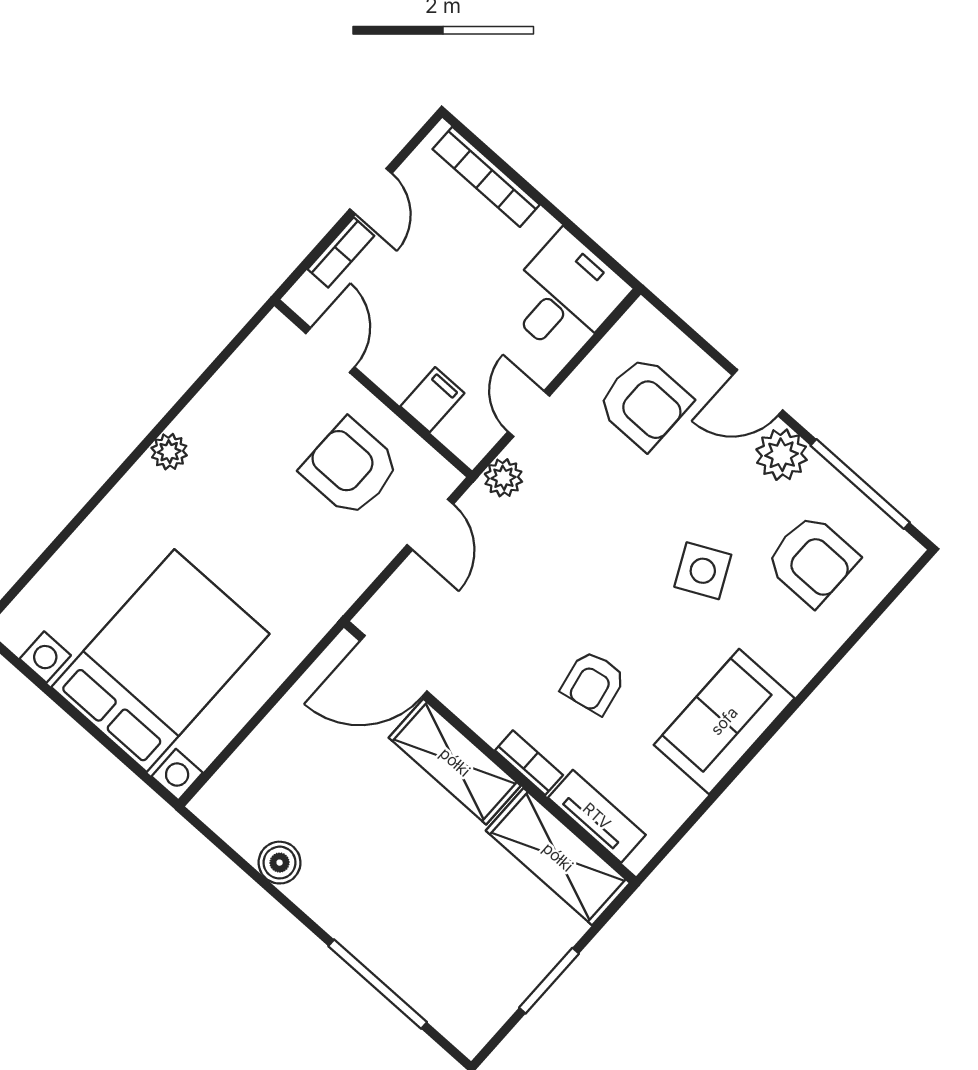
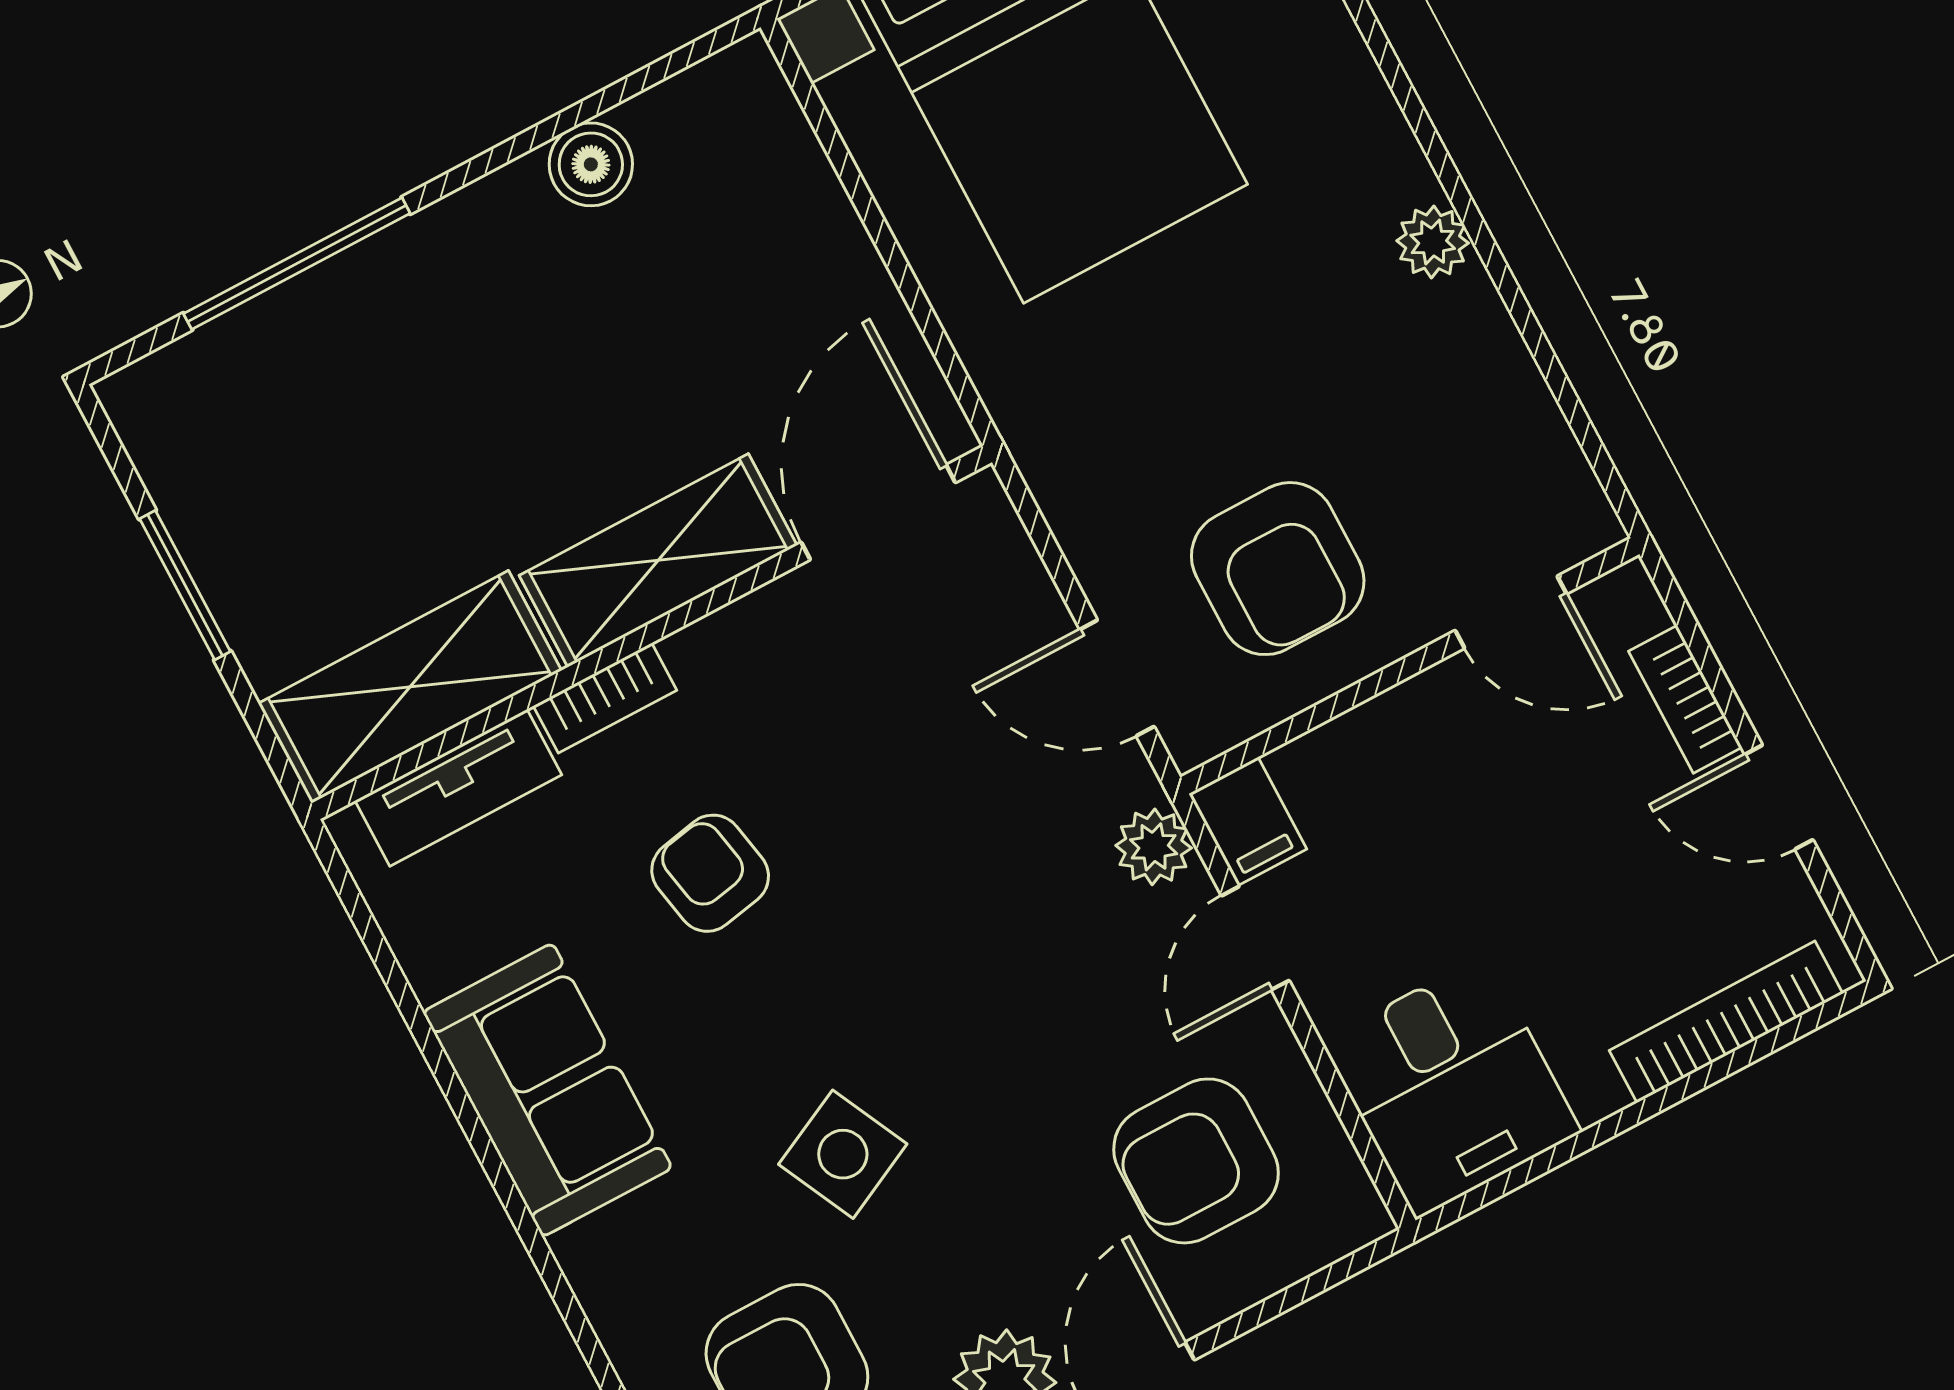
filing cabinet: (432, 400) -> (1248, 821), moved
door: (529, 414) -> (1255, 938), swing flipped
armchair: (350, 468) -> (1278, 569), turned 90

